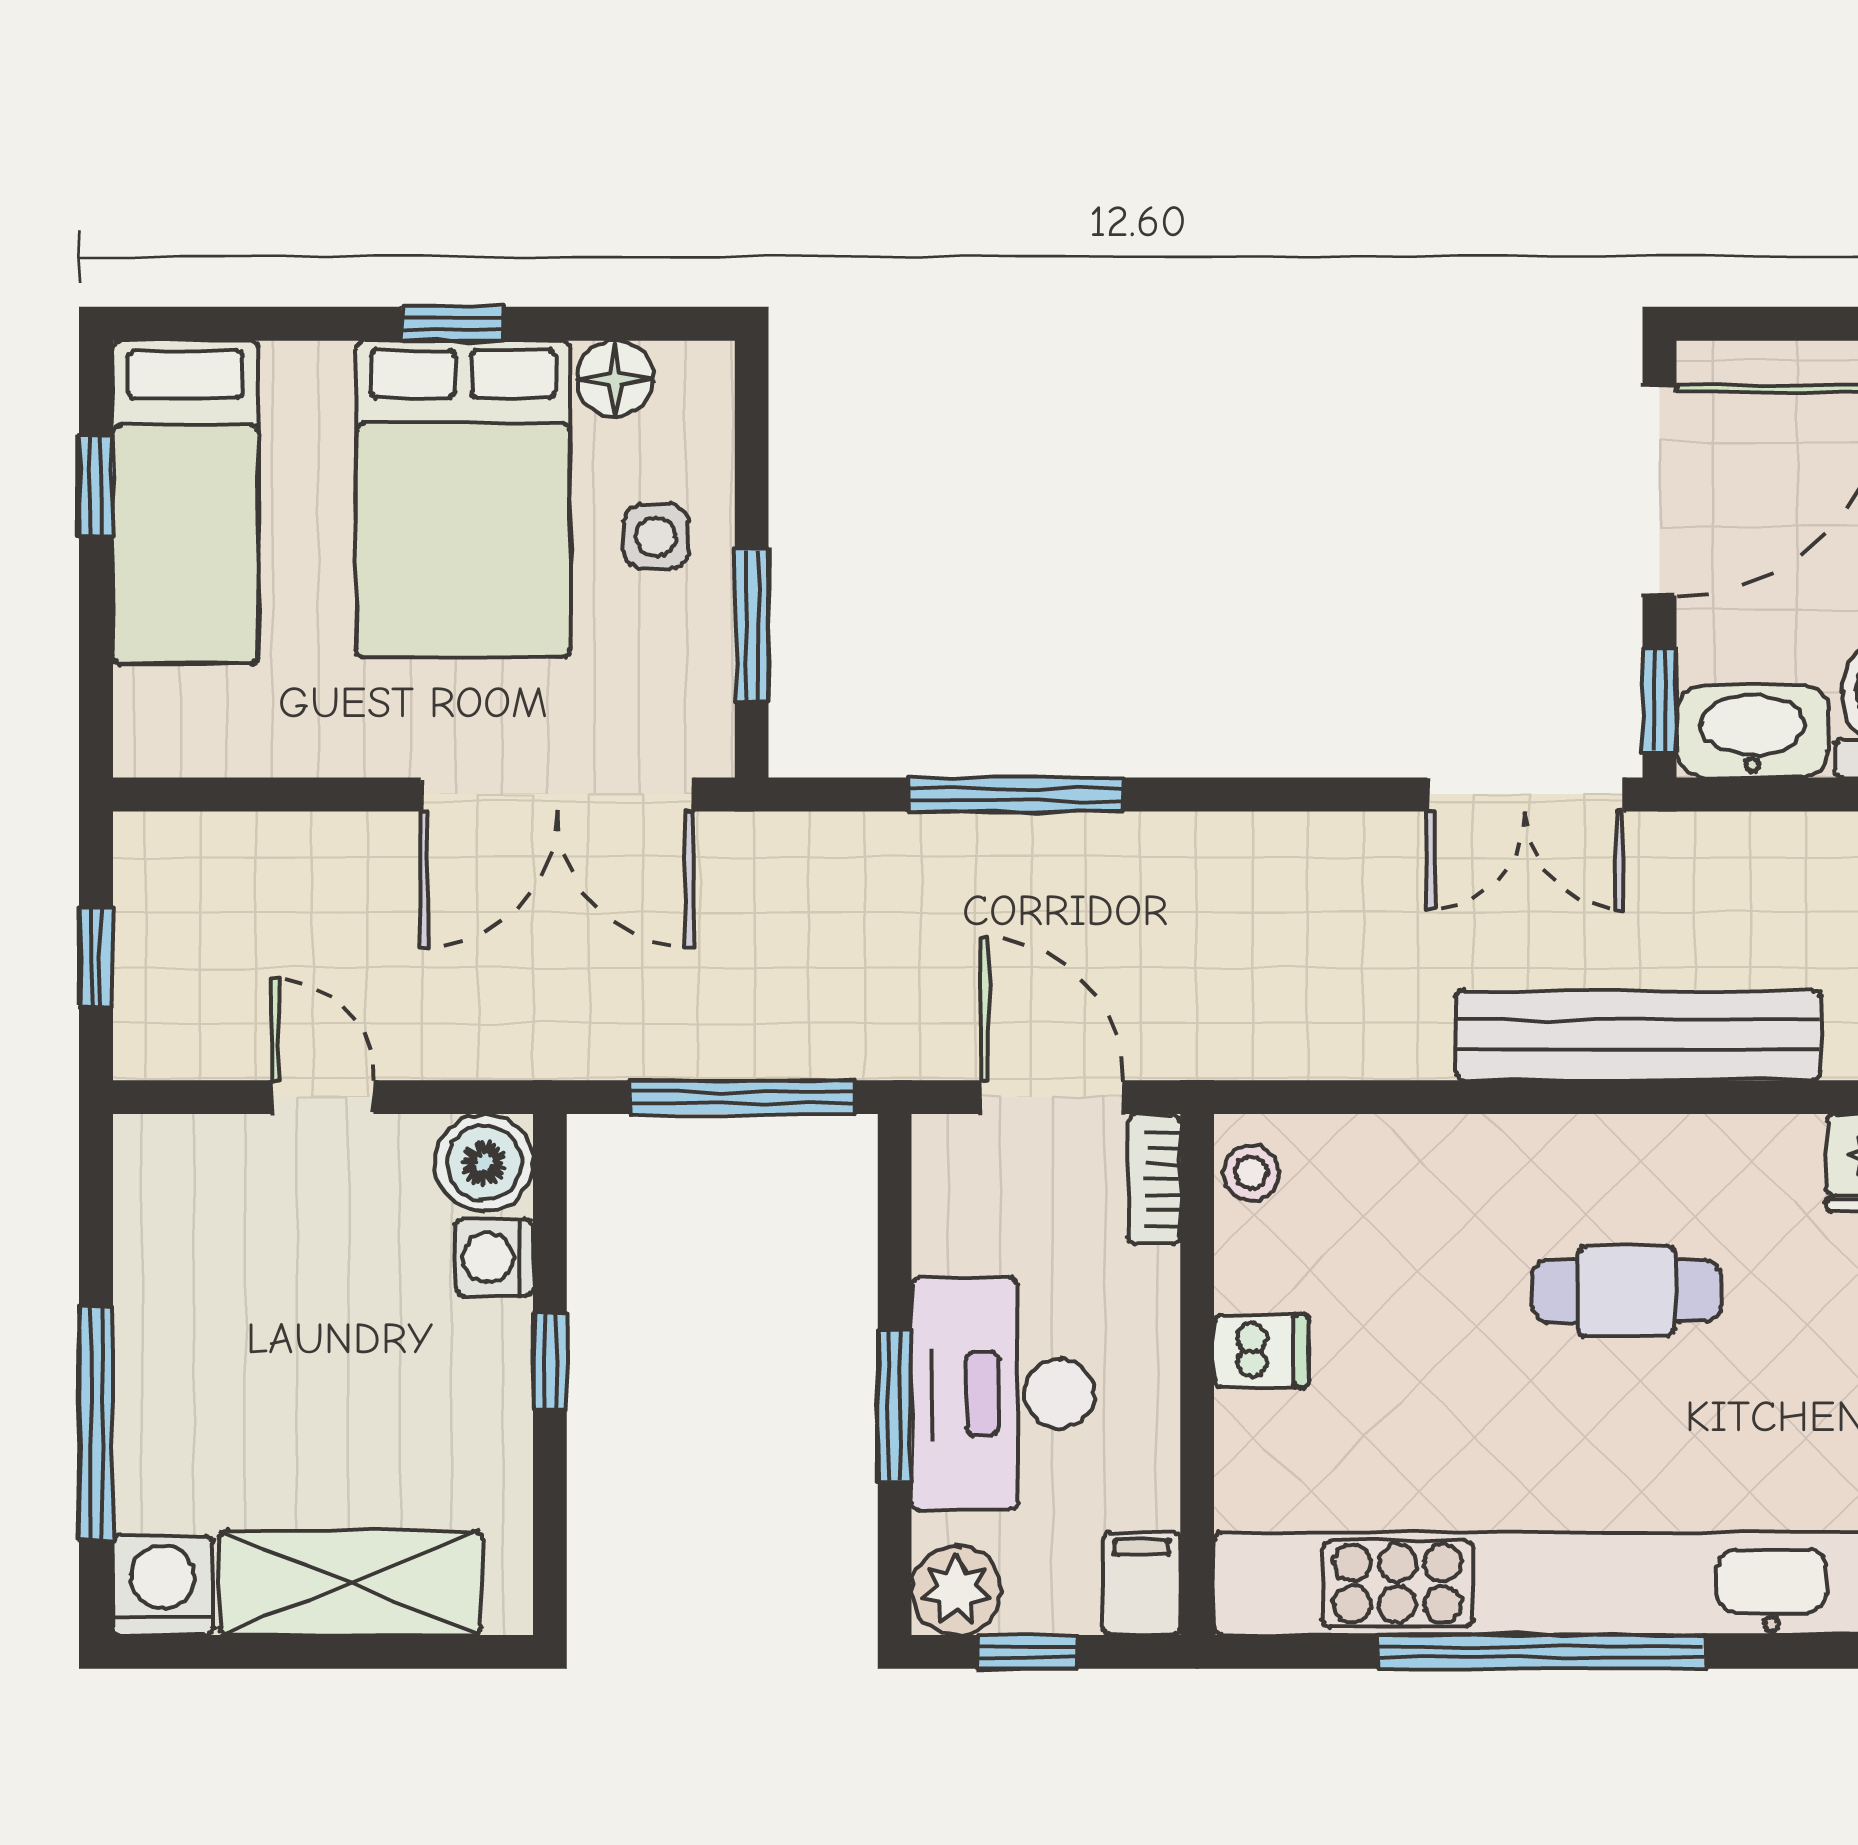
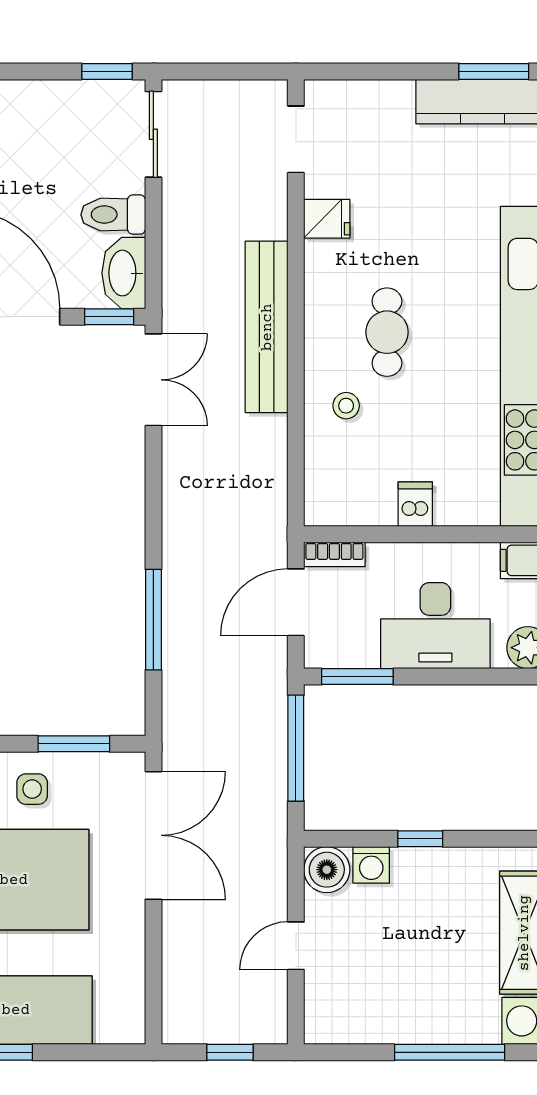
stool: (1251, 1173) -> (346, 406), moved
window: (895, 1405) -> (357, 677), moved

